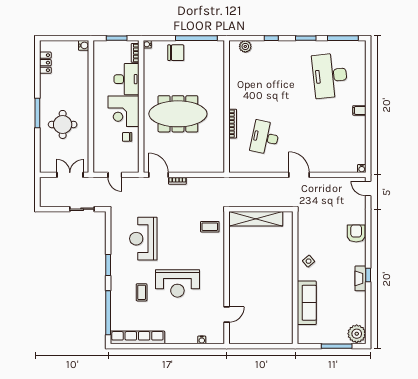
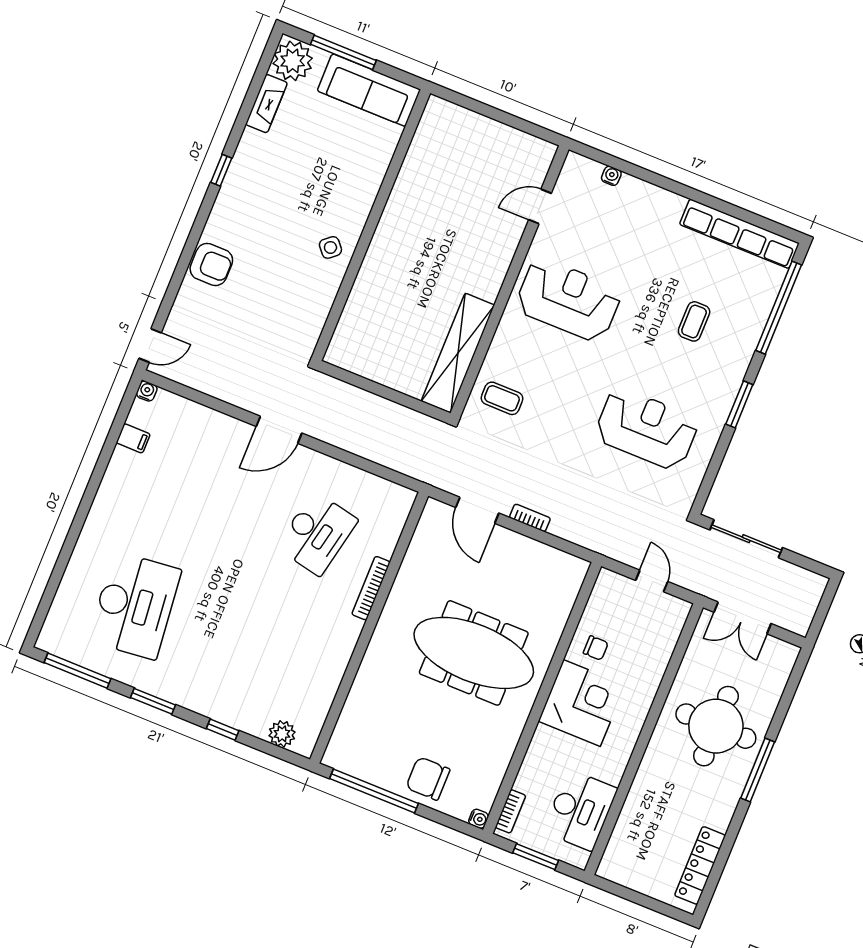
water cooler: (84, 45) -> (608, 869), removed
locker: (45, 63) -> (700, 865), width x1.53
desk: (126, 79) -> (580, 810), moved, turned 180
filing cabinet: (359, 110) -> (133, 438), moved
round table: (63, 124) -> (716, 726), width x1.36, depth x1.36
door: (158, 175) -> (477, 510), moved
door: (299, 175) -> (279, 430), hinge flipped
door: (368, 188) -> (150, 345), hinge flipped
sliding door: (82, 209) -> (746, 539), width x1.37
shelving: (256, 219) -> (458, 353), moved, turned 90
armchair: (356, 233) -> (211, 264), turned -90
reception desk: (143, 239) -> (647, 429), turned -90
fireplace: (360, 278) -> (266, 104), moved
reception desk: (177, 283) -> (568, 300), moved
sofa: (307, 303) -> (369, 90), moved, turned -90

